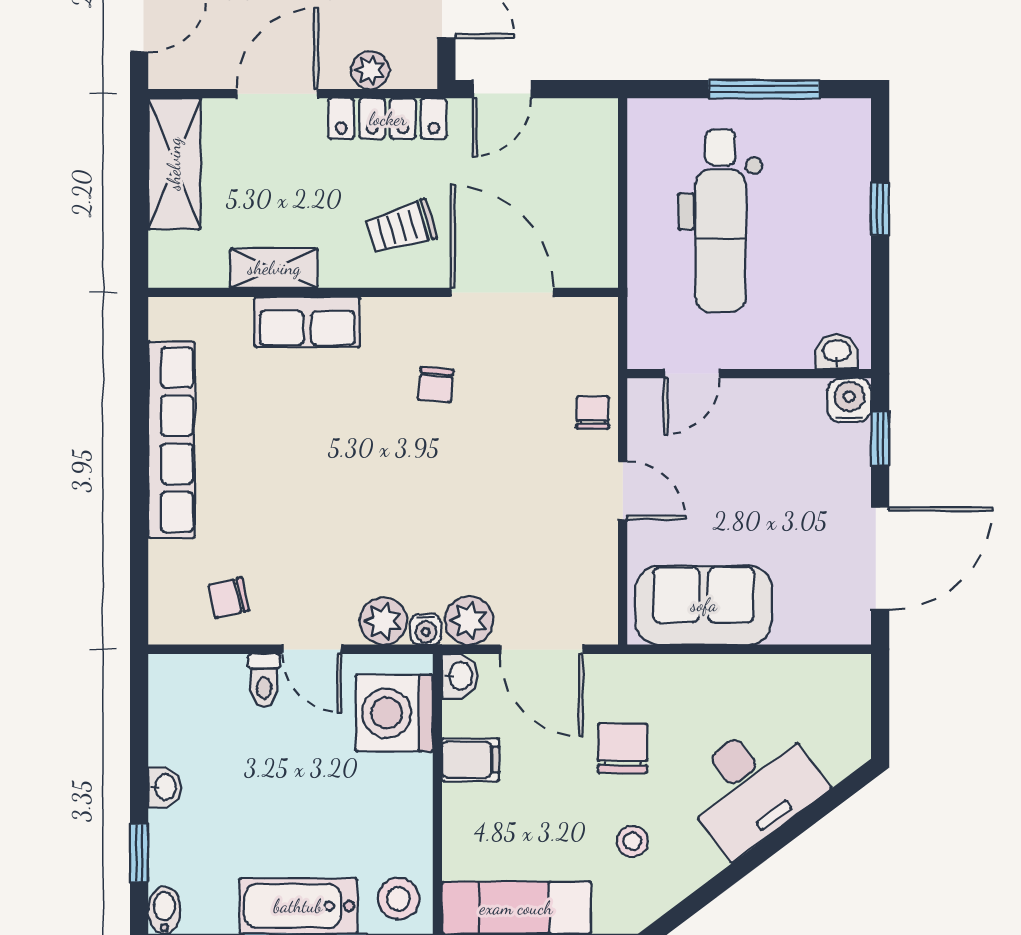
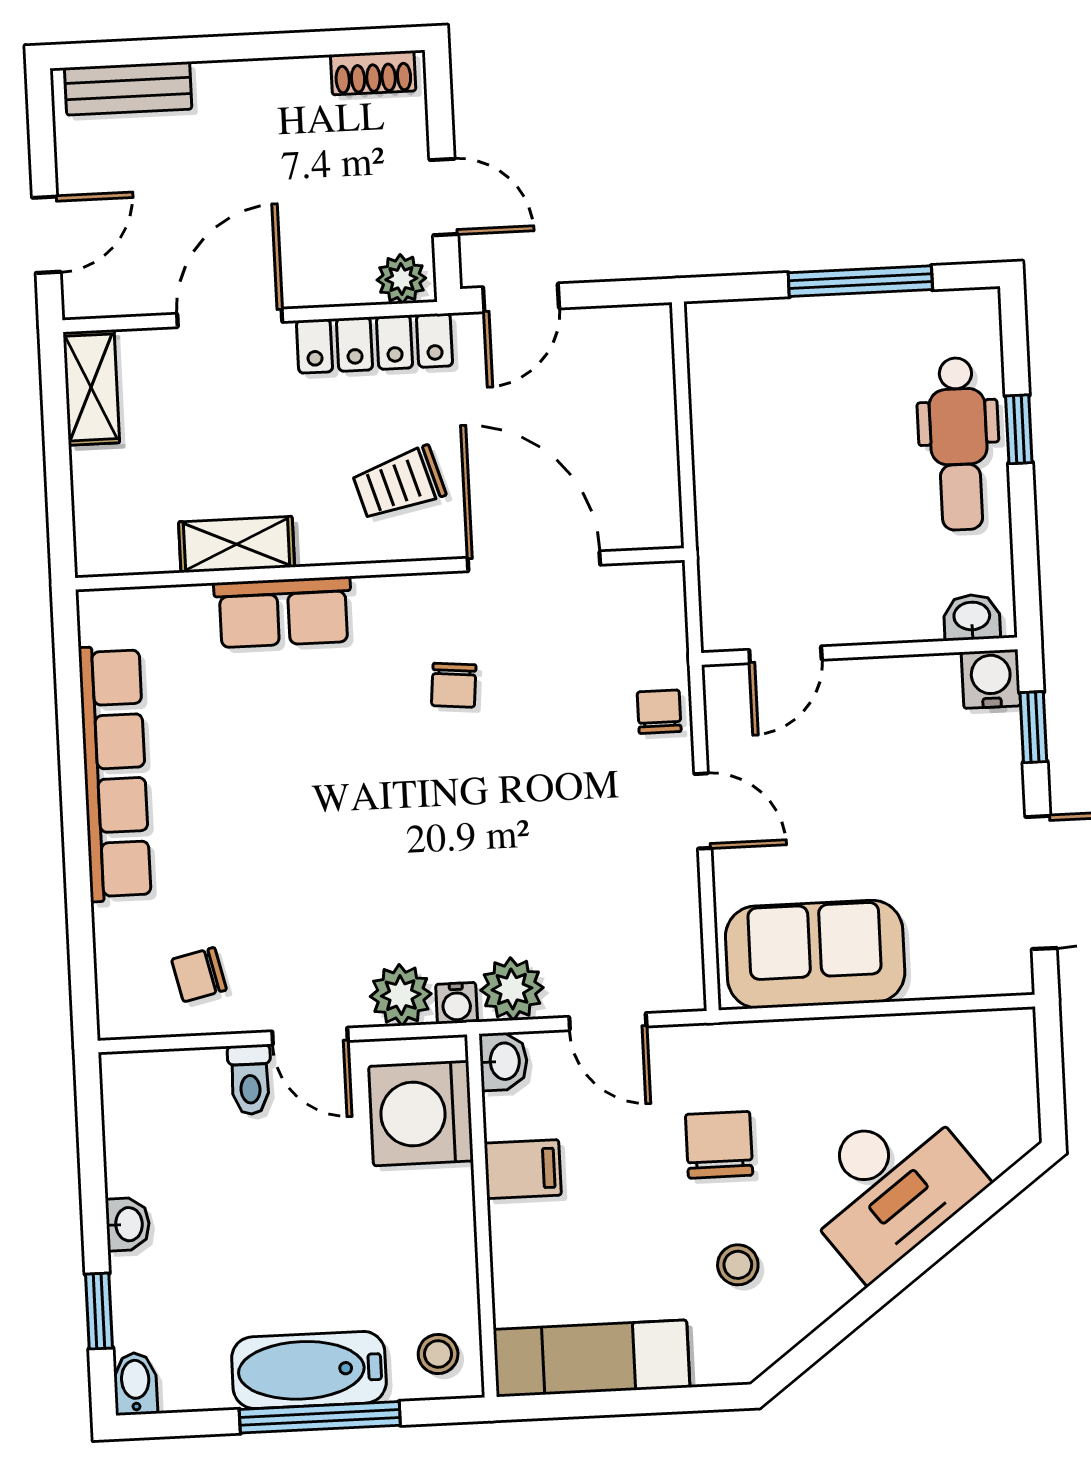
plant: (370, 70) -> (401, 279), moved
shelving: (174, 164) -> (91, 387), width x0.67, depth x0.75
dental chair: (720, 221) -> (959, 444), moved, width x0.73, depth x0.72
door: (542, 649) -> (608, 1022), width x0.73
stool: (398, 899) -> (438, 1354), width x0.73, depth x0.73

